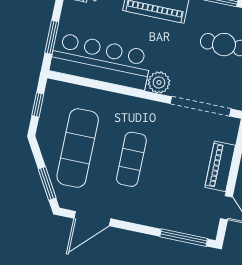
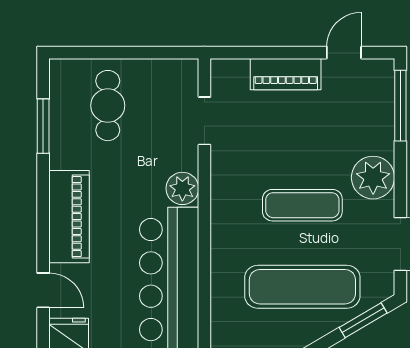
doorway: (201, 106) -> (204, 121), width x0.53
plant: (140, 210) -> (373, 178), added

